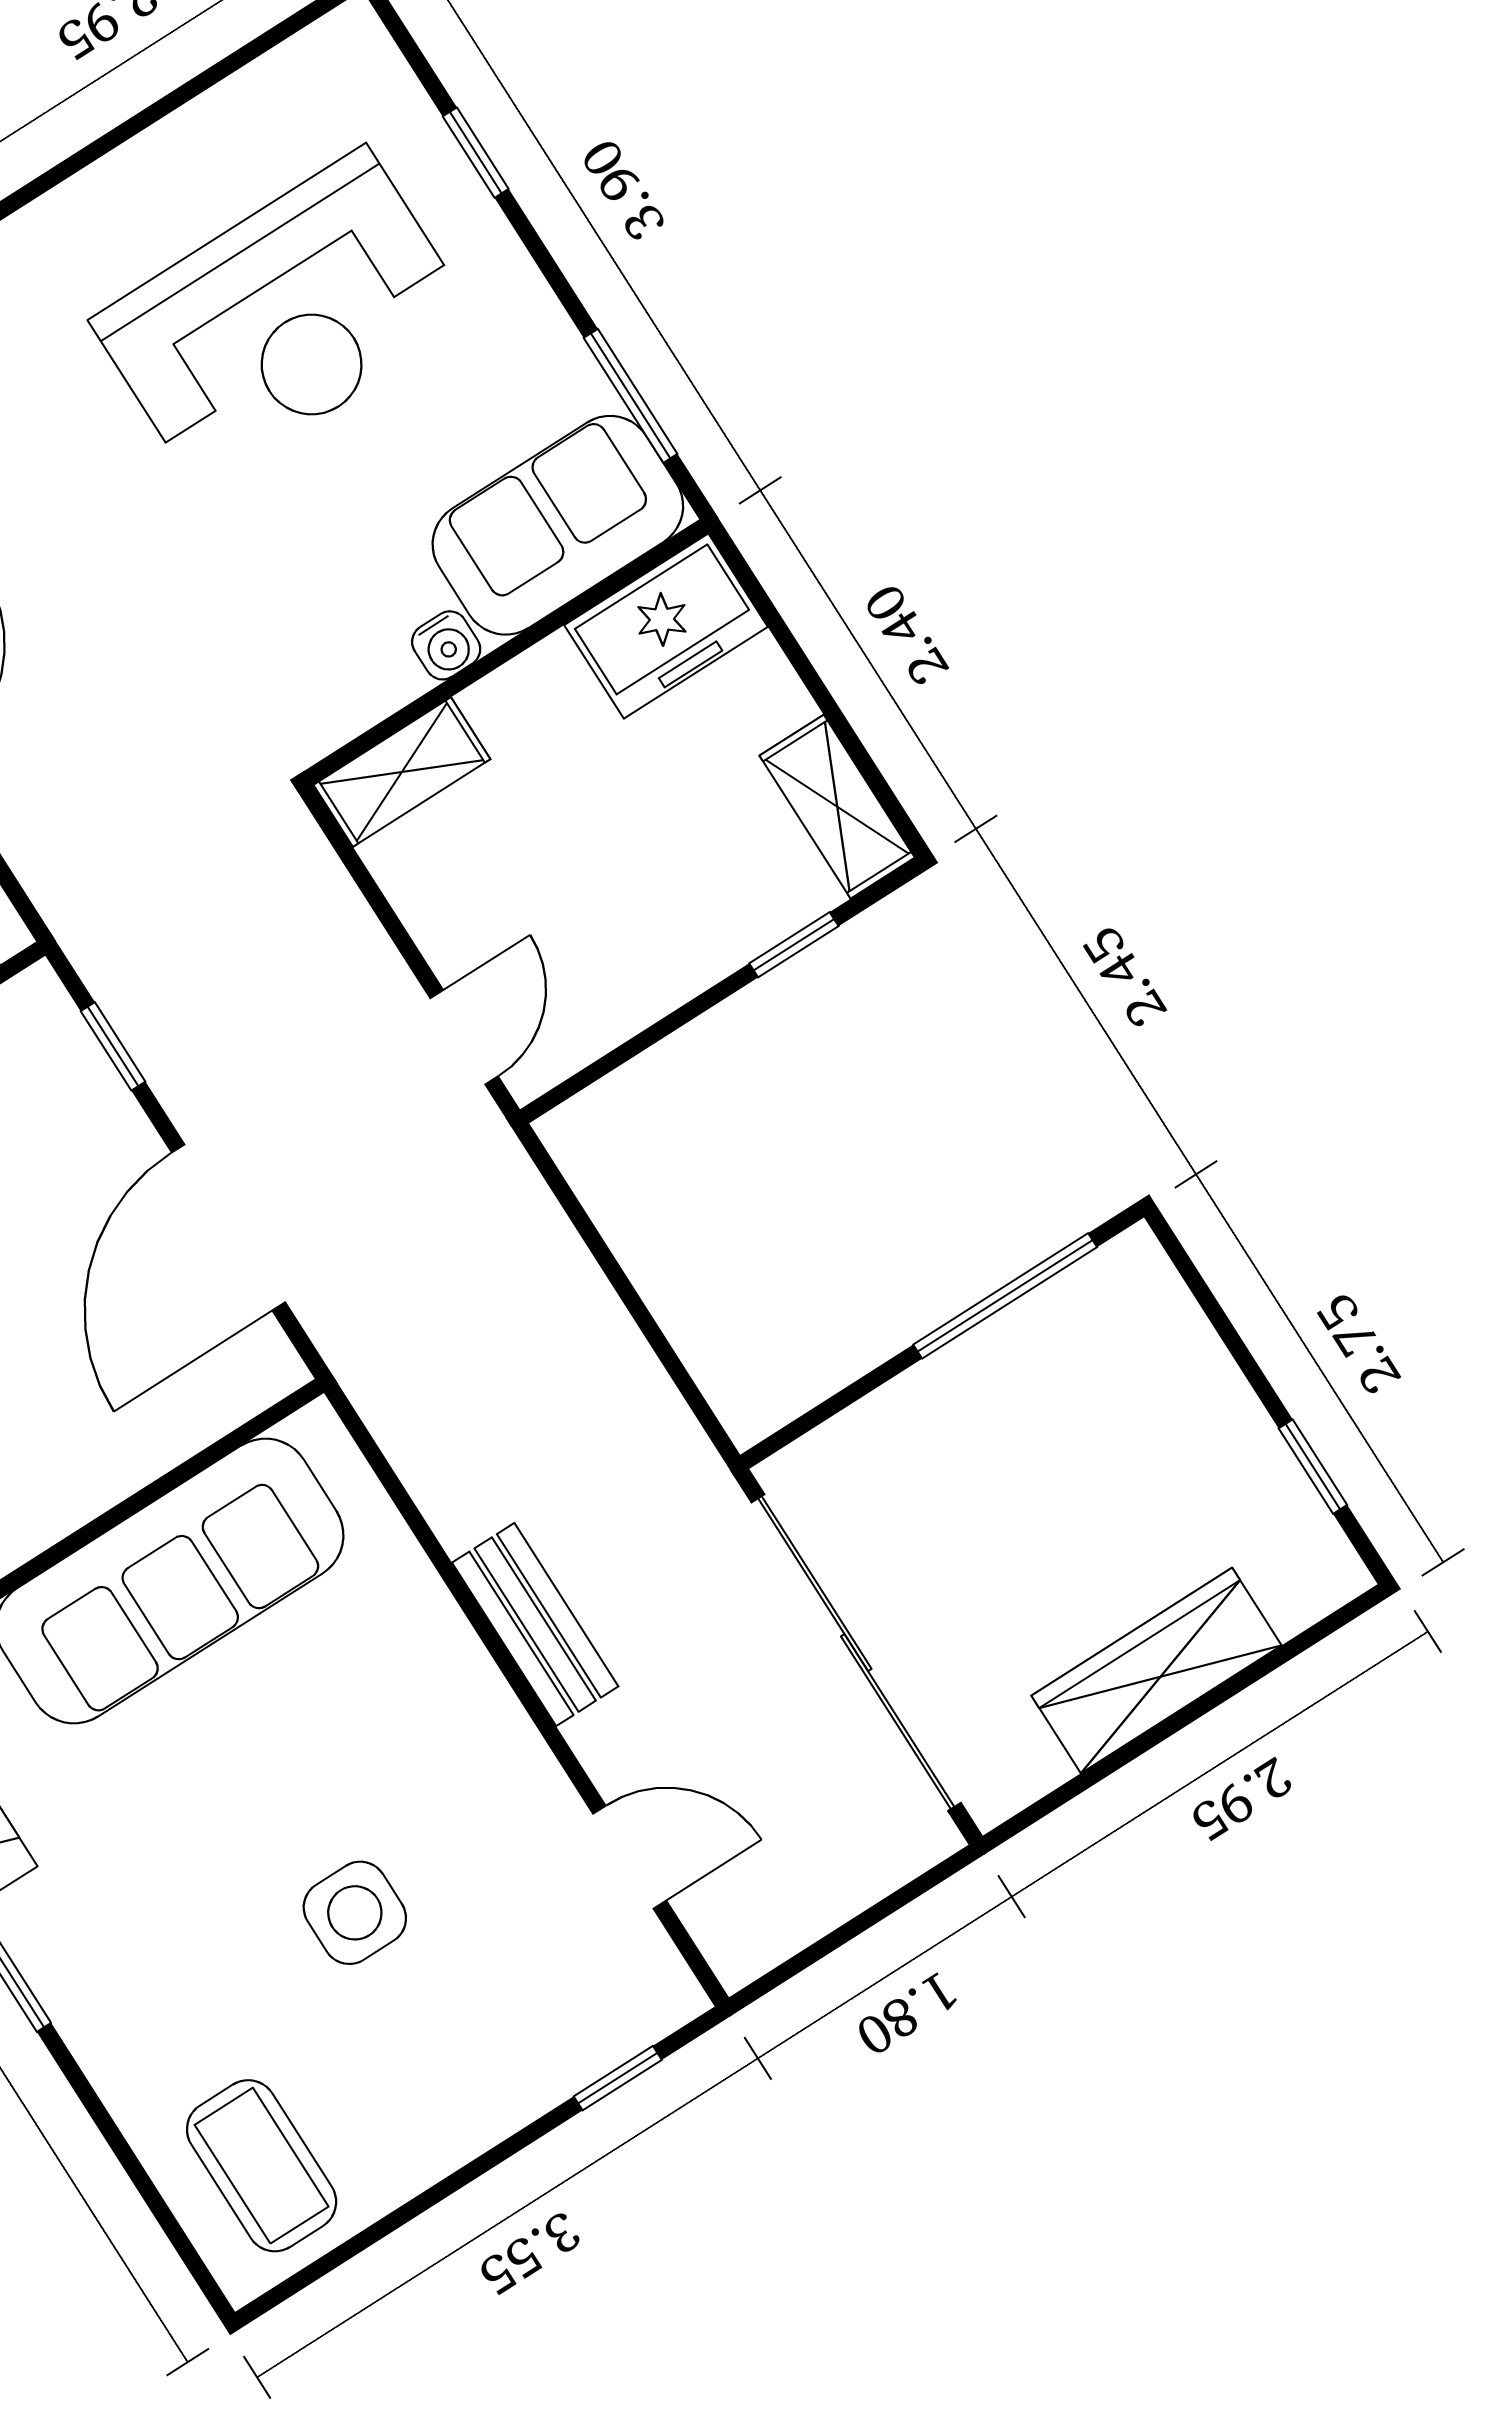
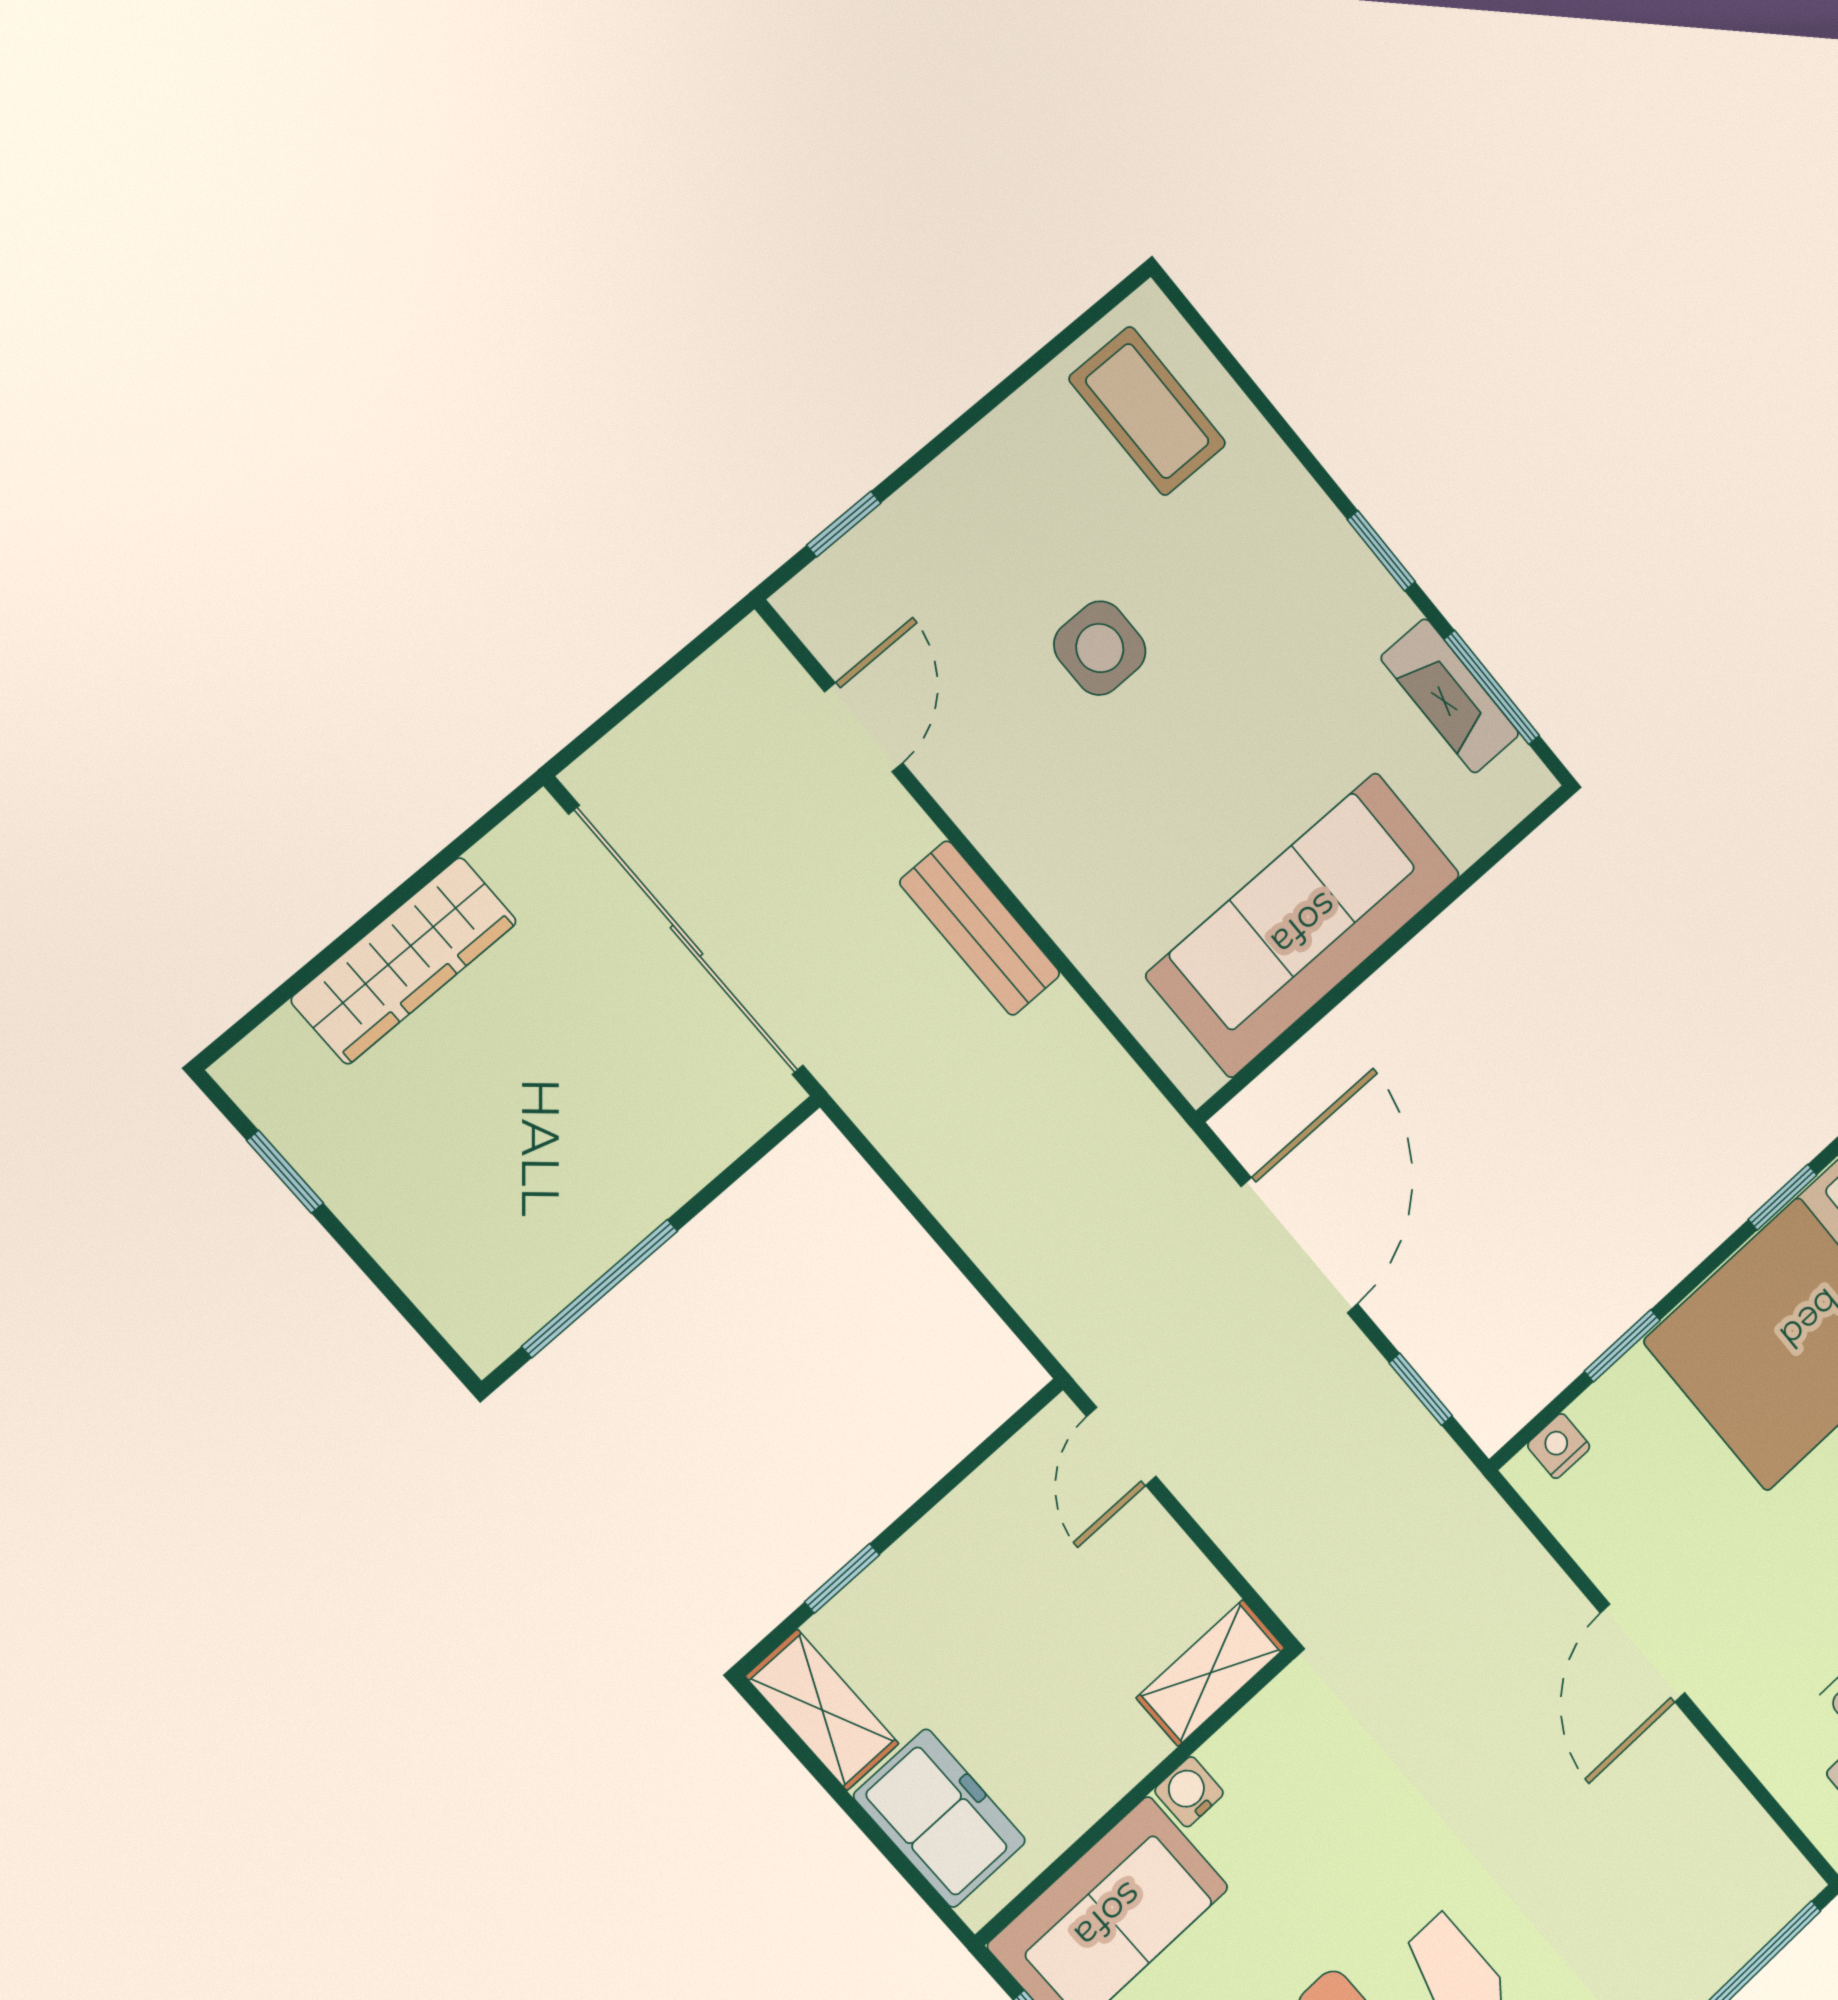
freezer: (666, 626) -> (940, 1818), moved, turned 90
door: (630, 1857) -> (864, 727), swing flipped

